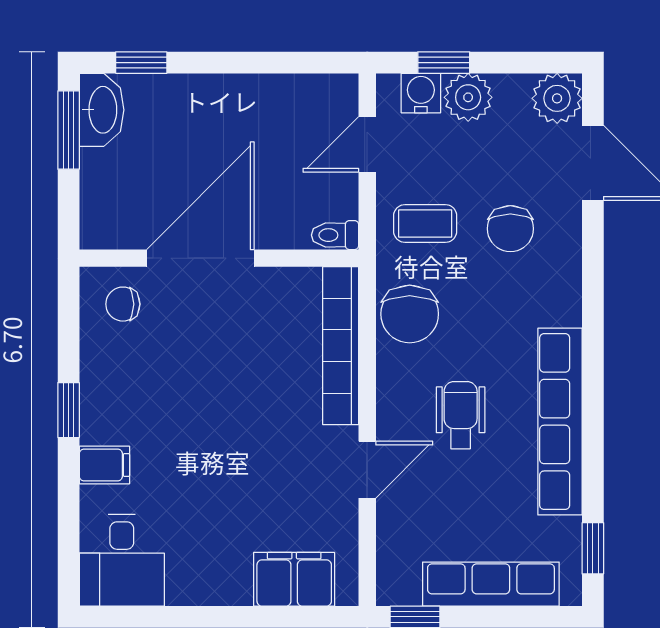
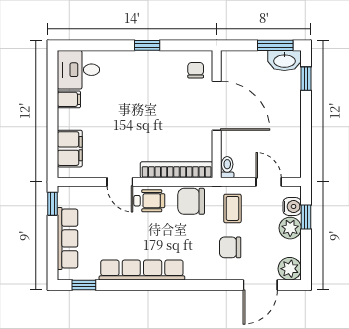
wheelchair: (461, 415) -> (149, 201), moved
filing cabinet: (104, 465) -> (69, 99), moved, turned -90

